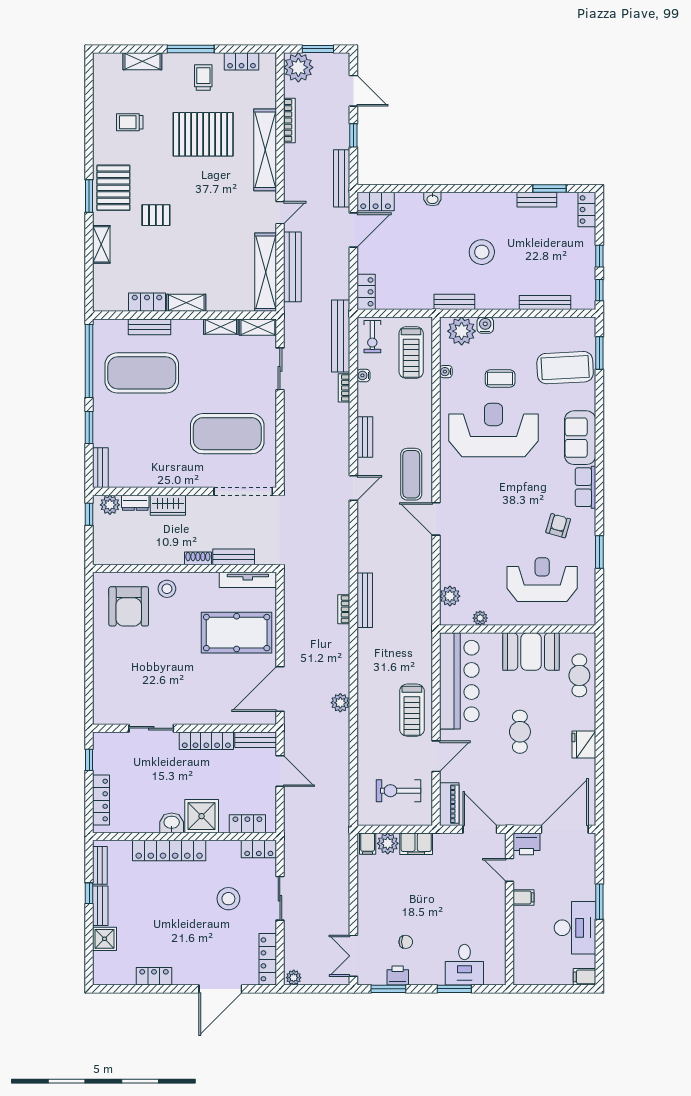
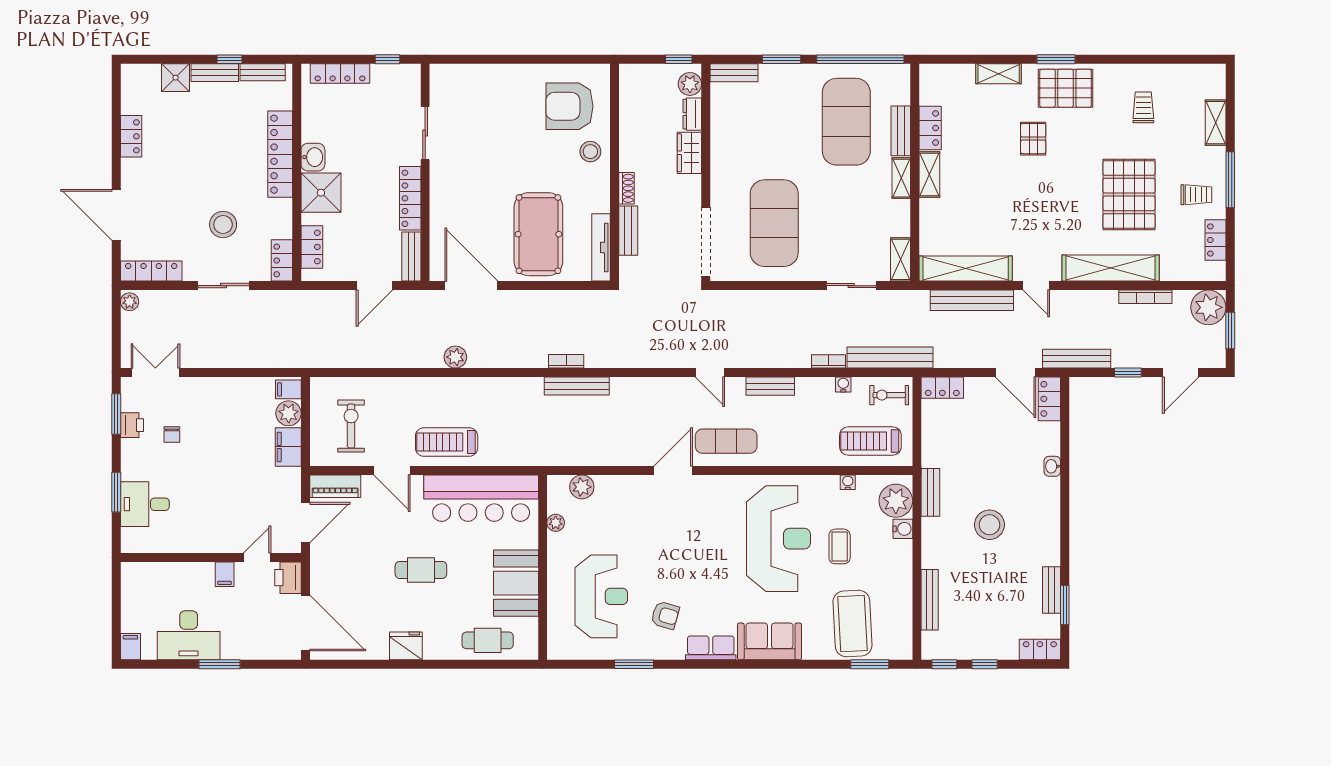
shelving: (221, 327) -> (901, 178), moved

